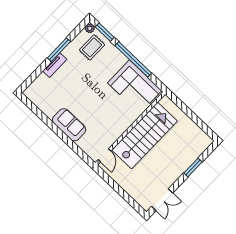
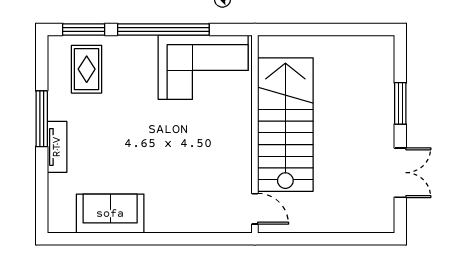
plant: (90, 28) -> (57, 45), removed
sofa: (69, 125) -> (110, 214), moved
double door: (162, 200) -> (400, 173), moved

